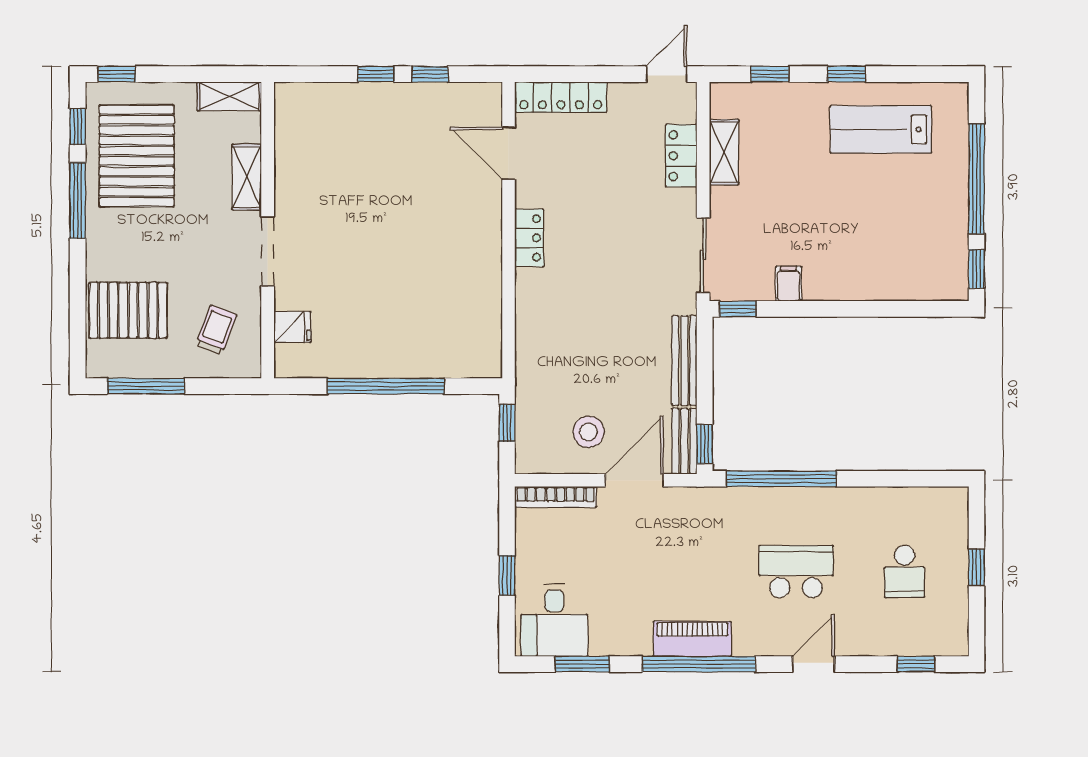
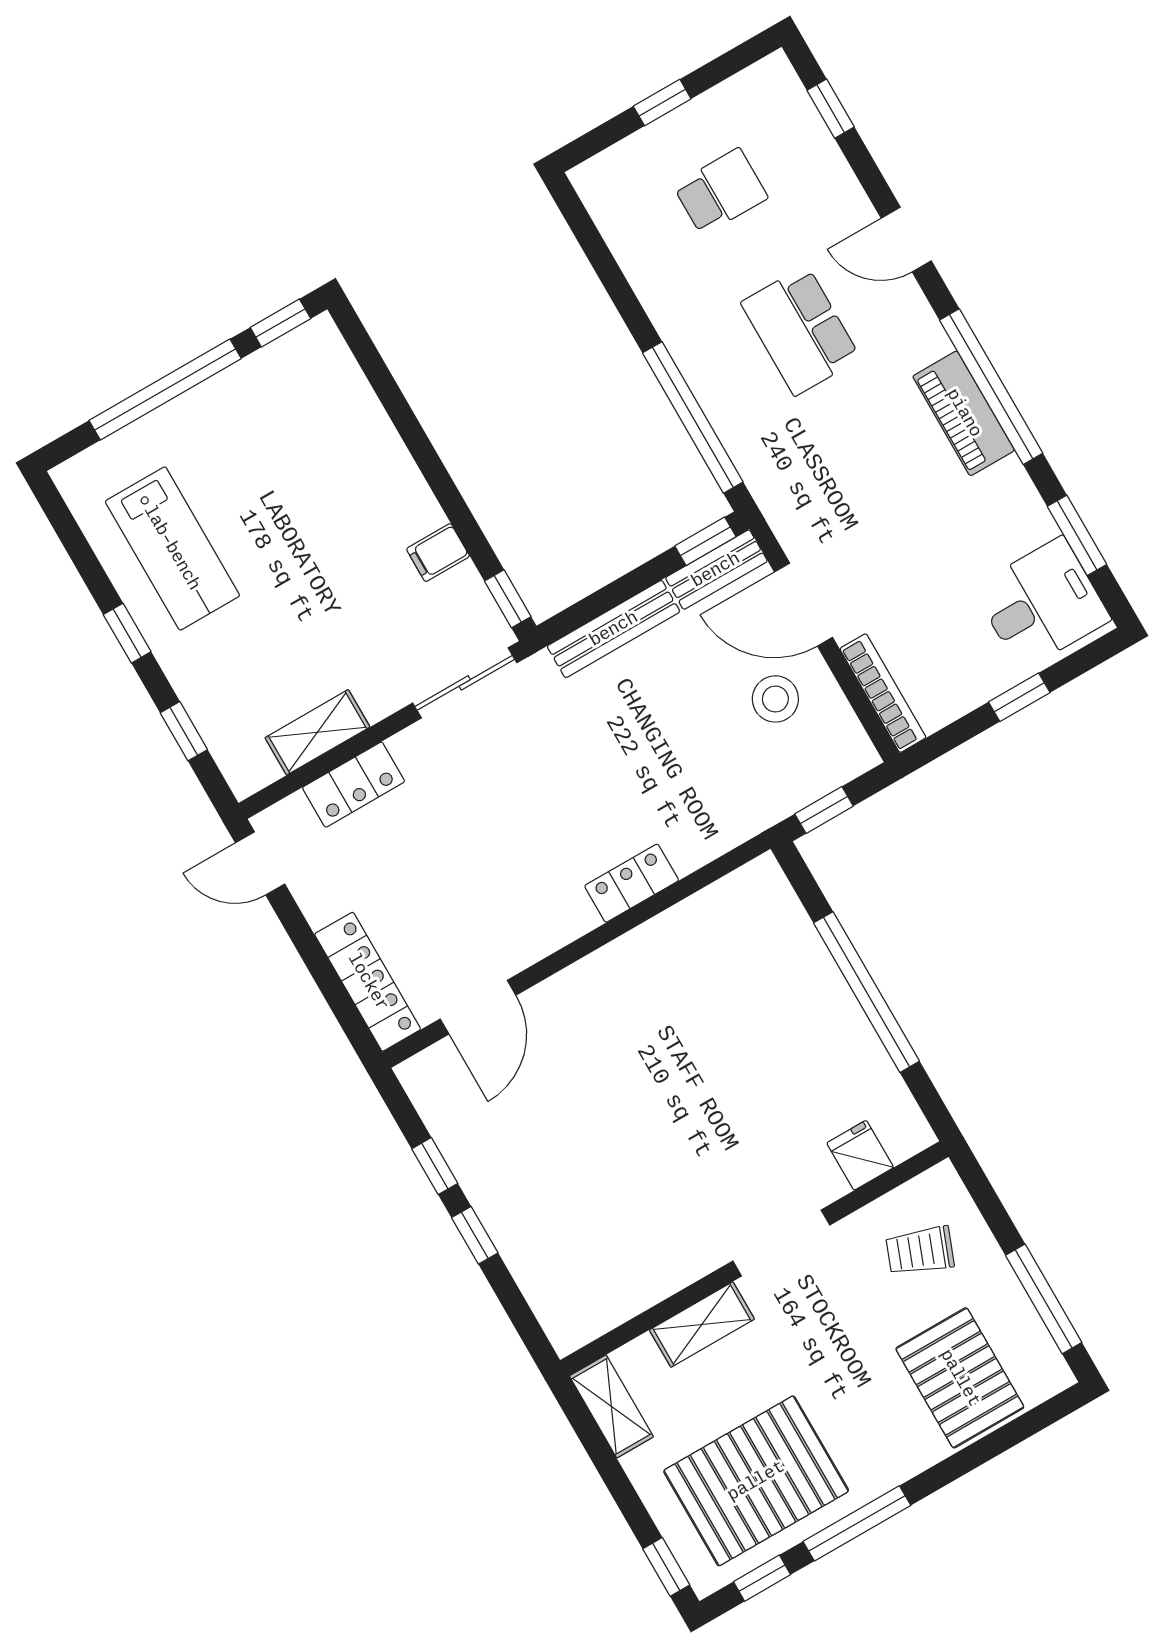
locker: (529, 238) -> (632, 883), moved

